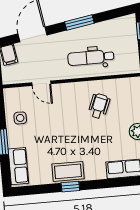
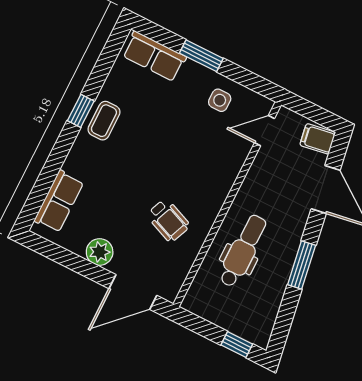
door: (41, 83) -> (264, 131), moved
coffee table: (68, 171) -> (104, 121), width x0.73, depth x0.77

